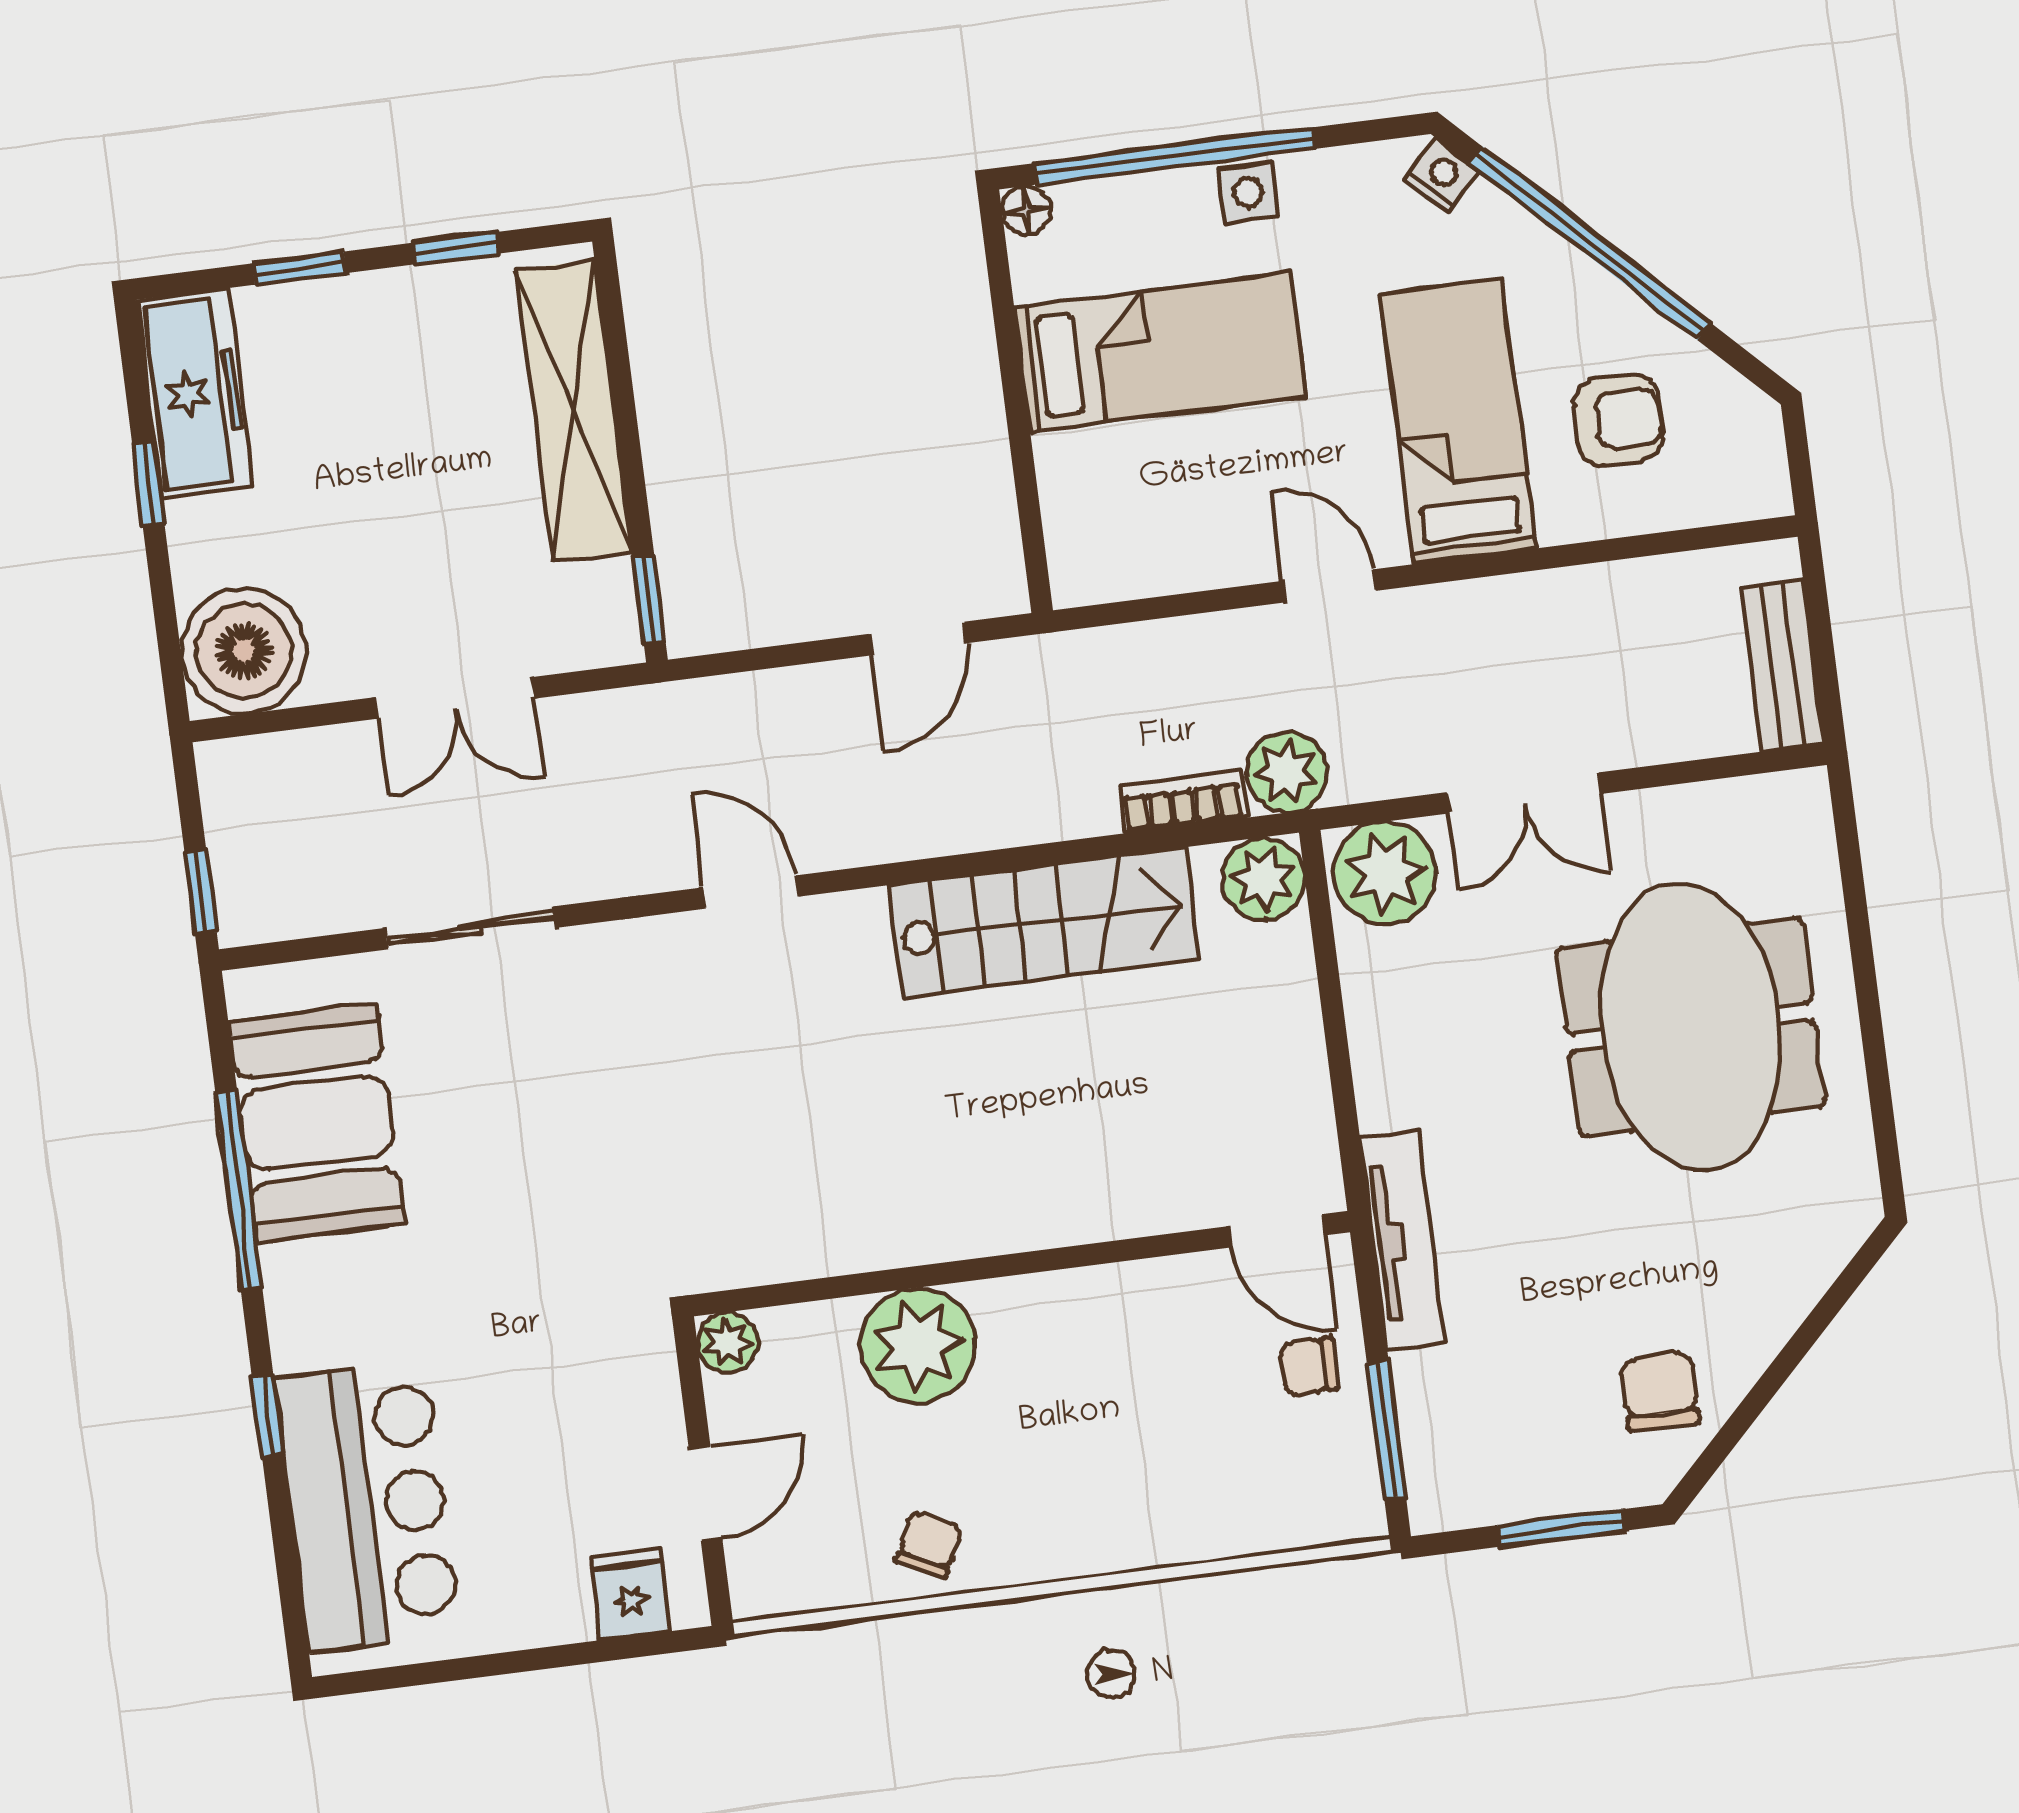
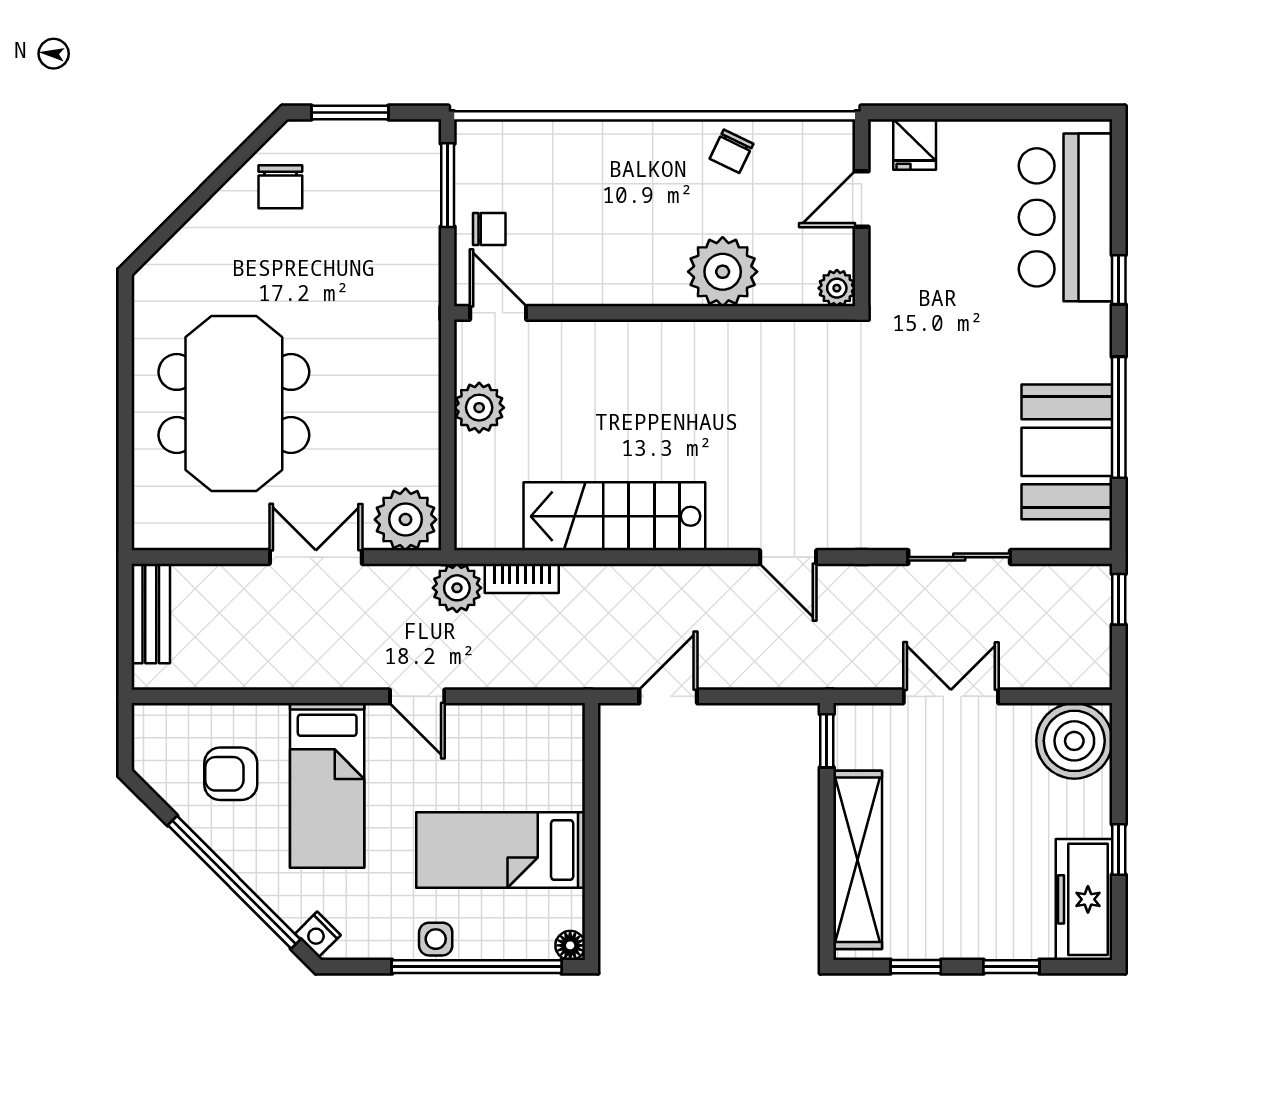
plant: (1263, 879) -> (479, 408), moved
tv unit: (1402, 1241) -> (423, 297), removed

